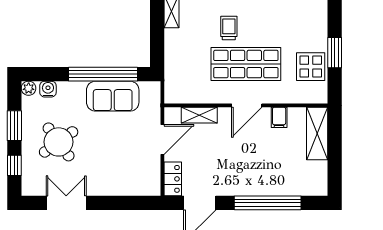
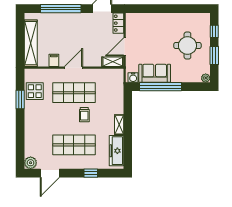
water cooler: (48, 89) -> (133, 78), moved
shelving: (199, 115) -> (113, 62), moved
shelving: (317, 133) -> (31, 43), width x1.47
round table: (59, 142) -> (187, 46), turned 36
double door: (66, 203) -> (183, 9), removed

